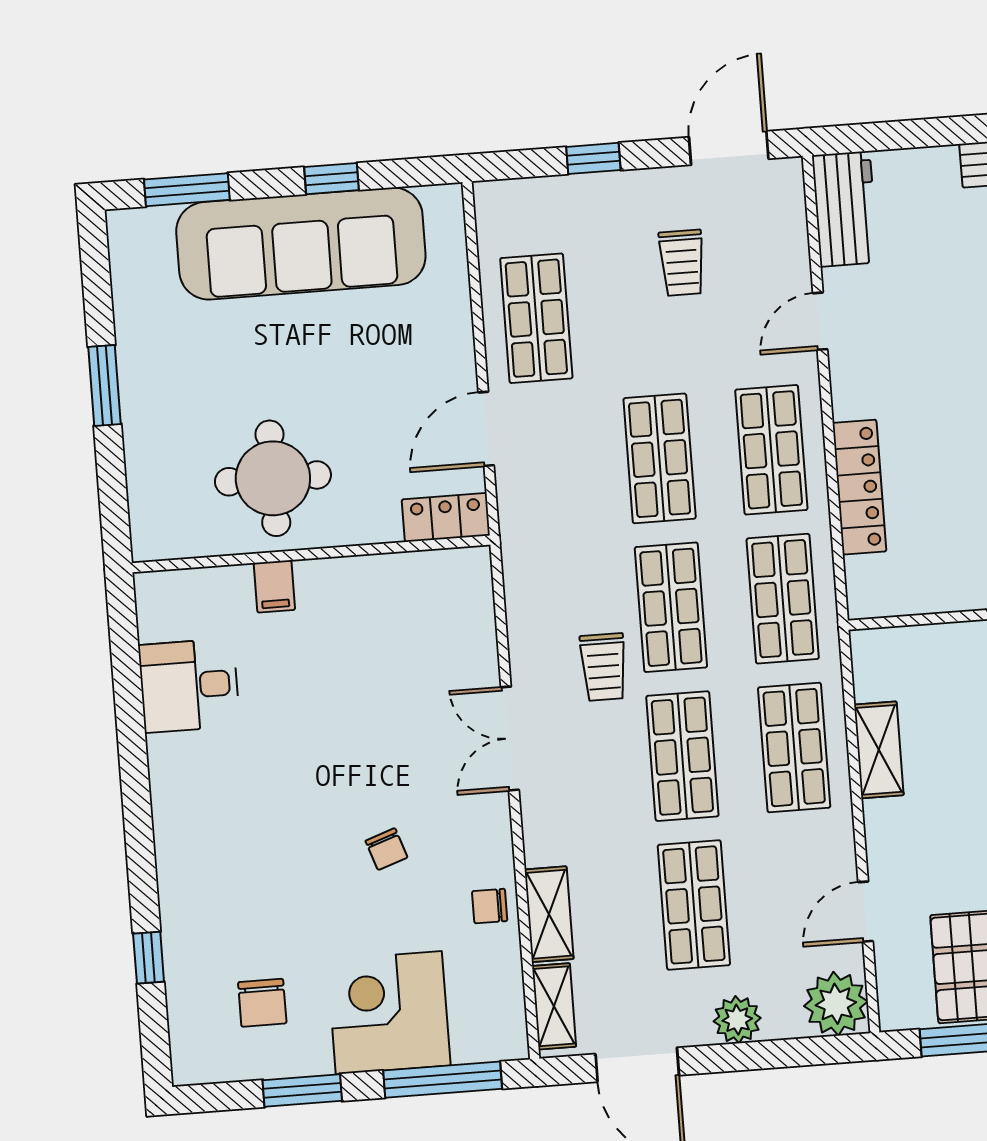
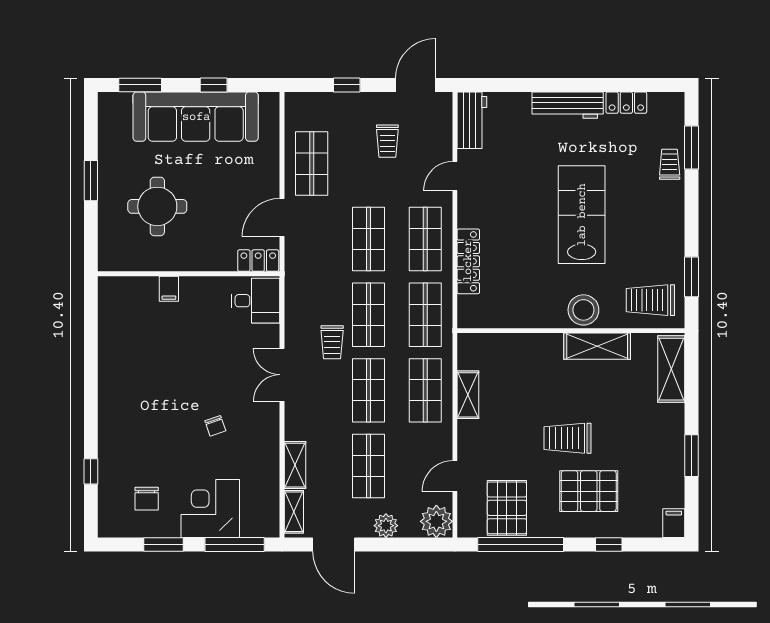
round table: (273, 478) -> (157, 206), moved
desk: (189, 686) -> (256, 301), moved, turned 180
chair: (490, 906) -> (265, 459), removed

